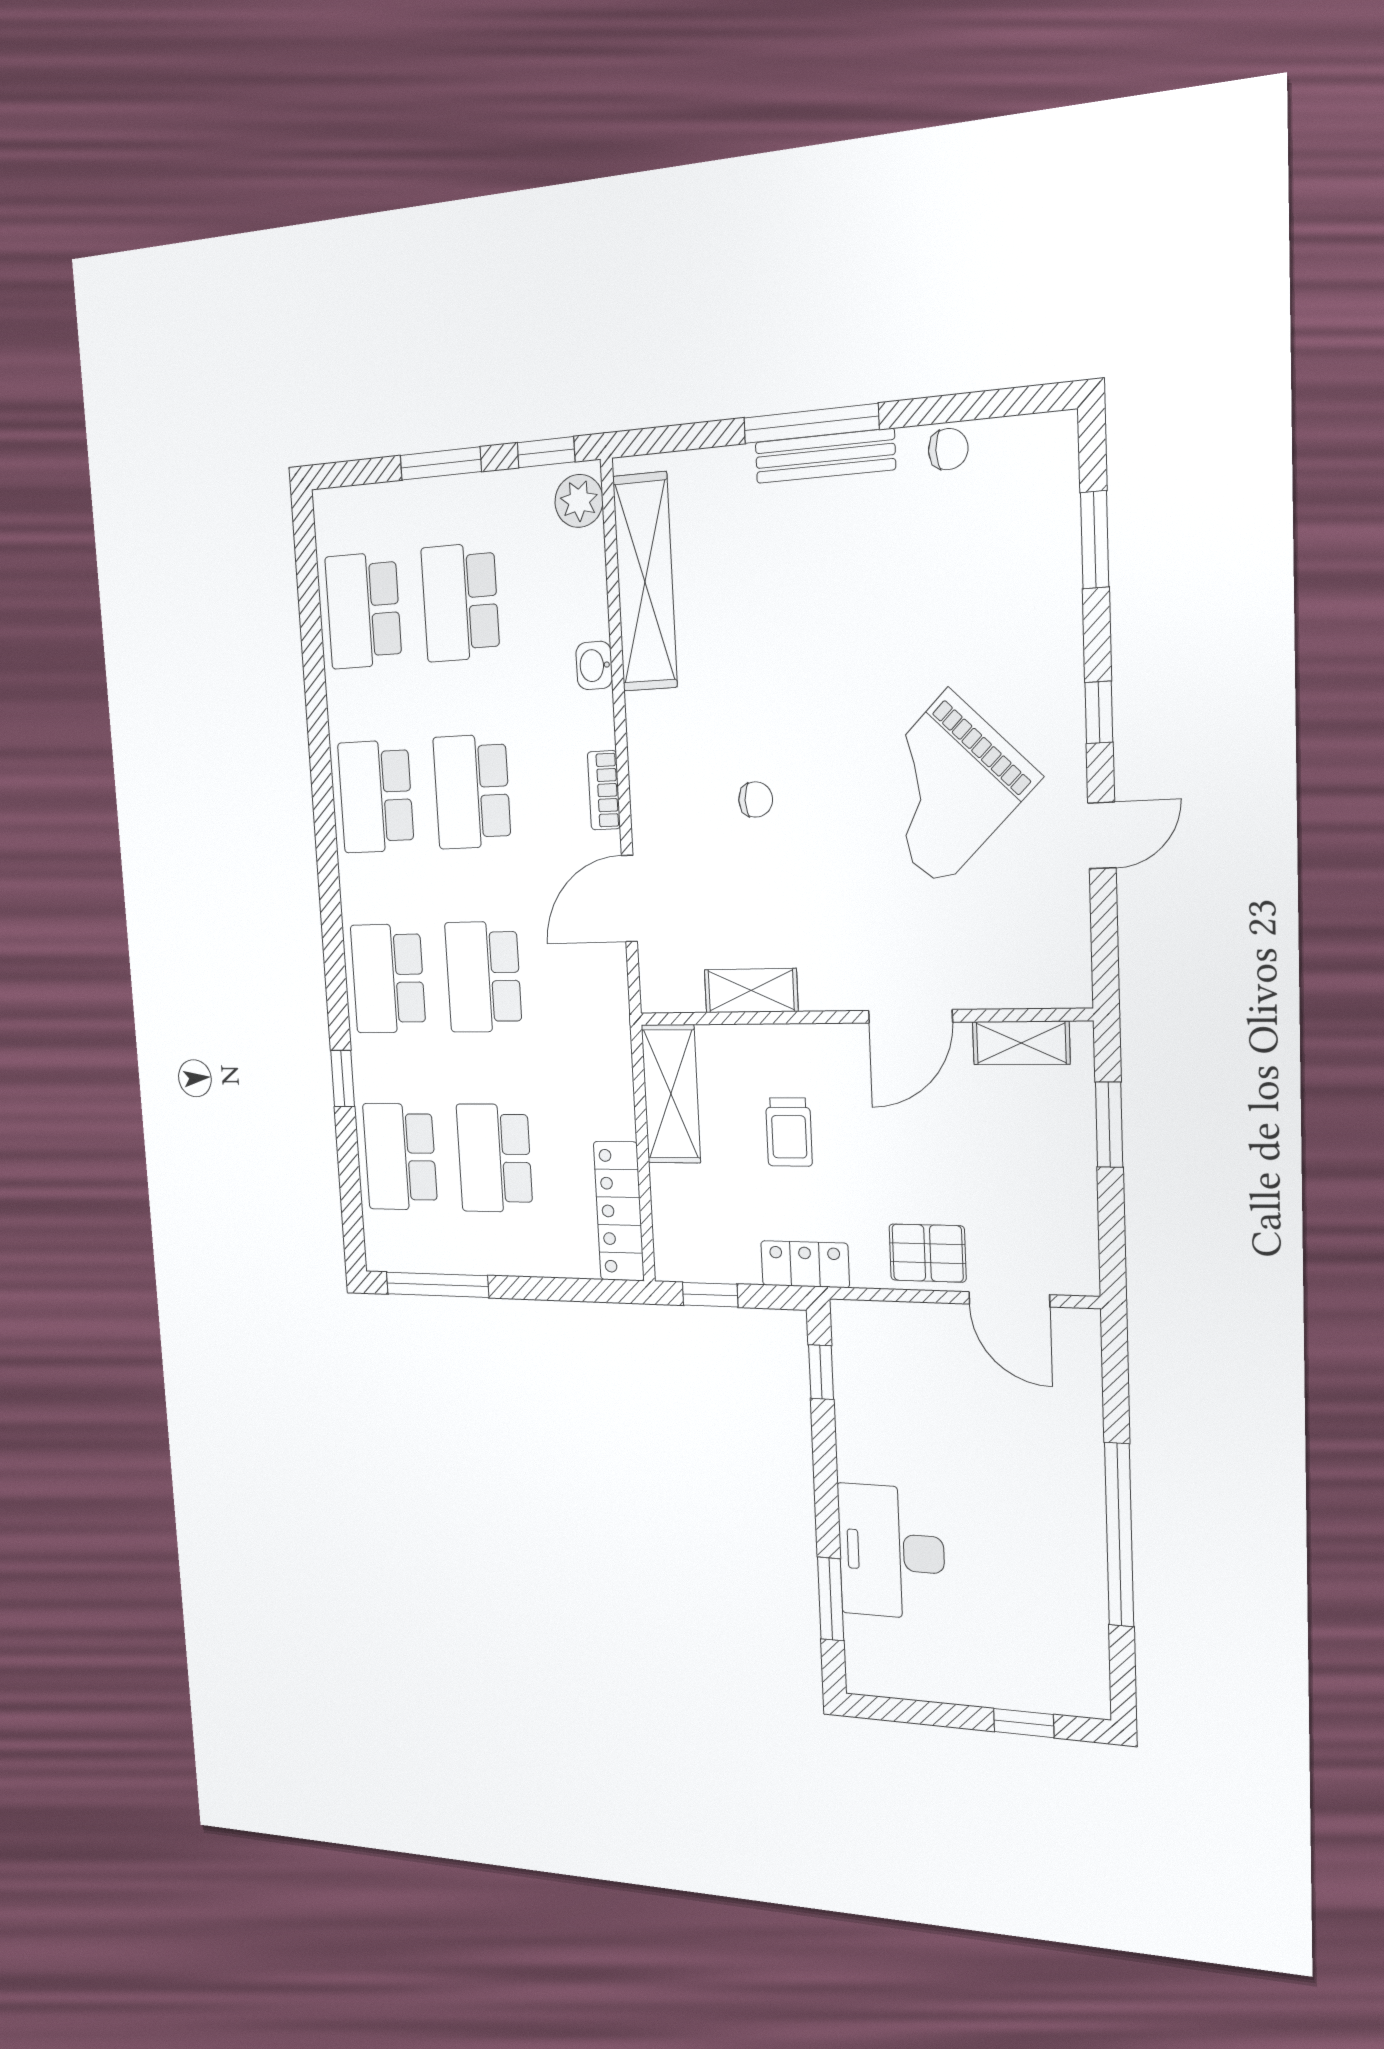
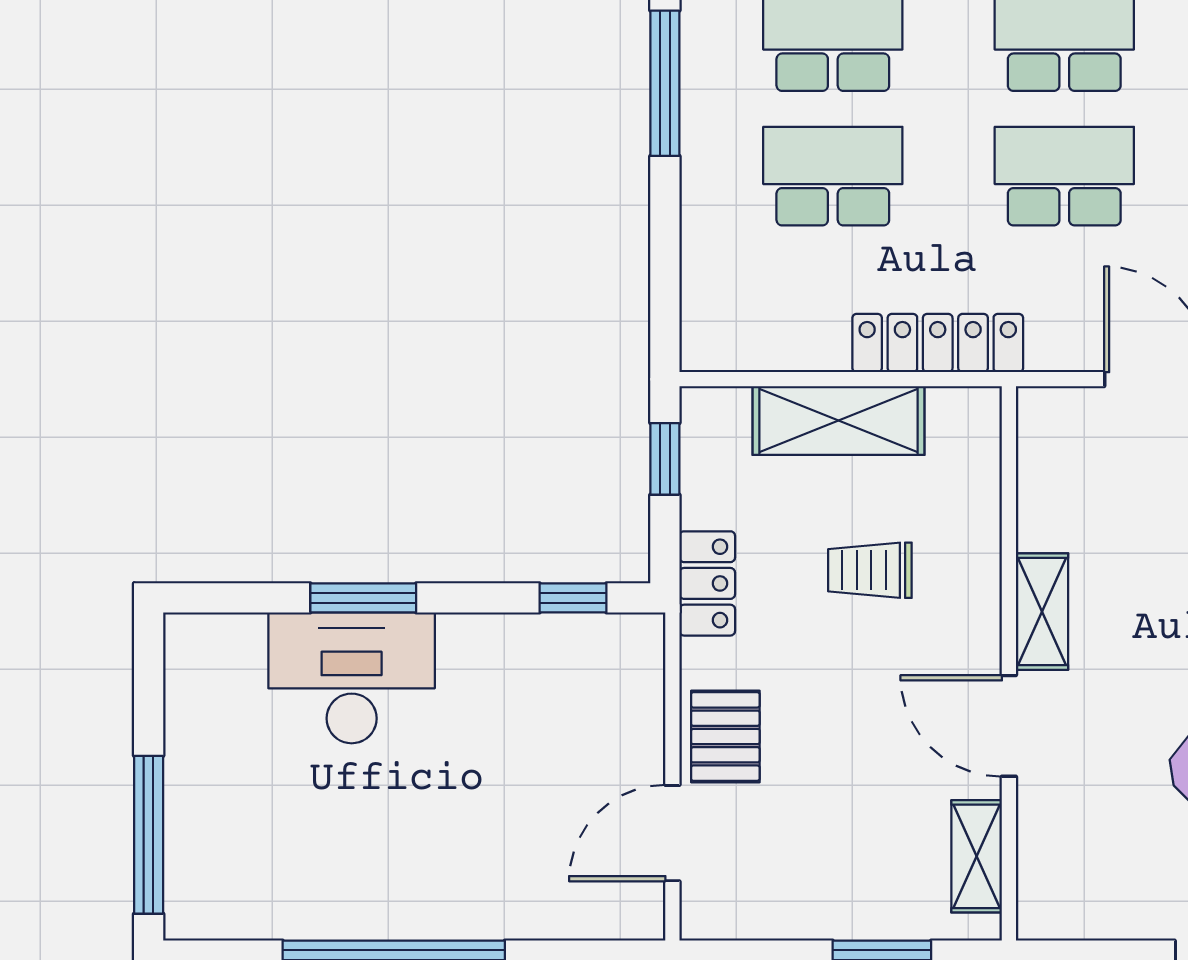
shelving: (751, 991) -> (1042, 612), moved
shelving: (671, 1094) -> (838, 421), moved
locker: (619, 1211) -> (938, 343), moved
window: (831, 1599) -> (363, 598), moved
window: (1024, 1723) -> (149, 835), width x2.17

